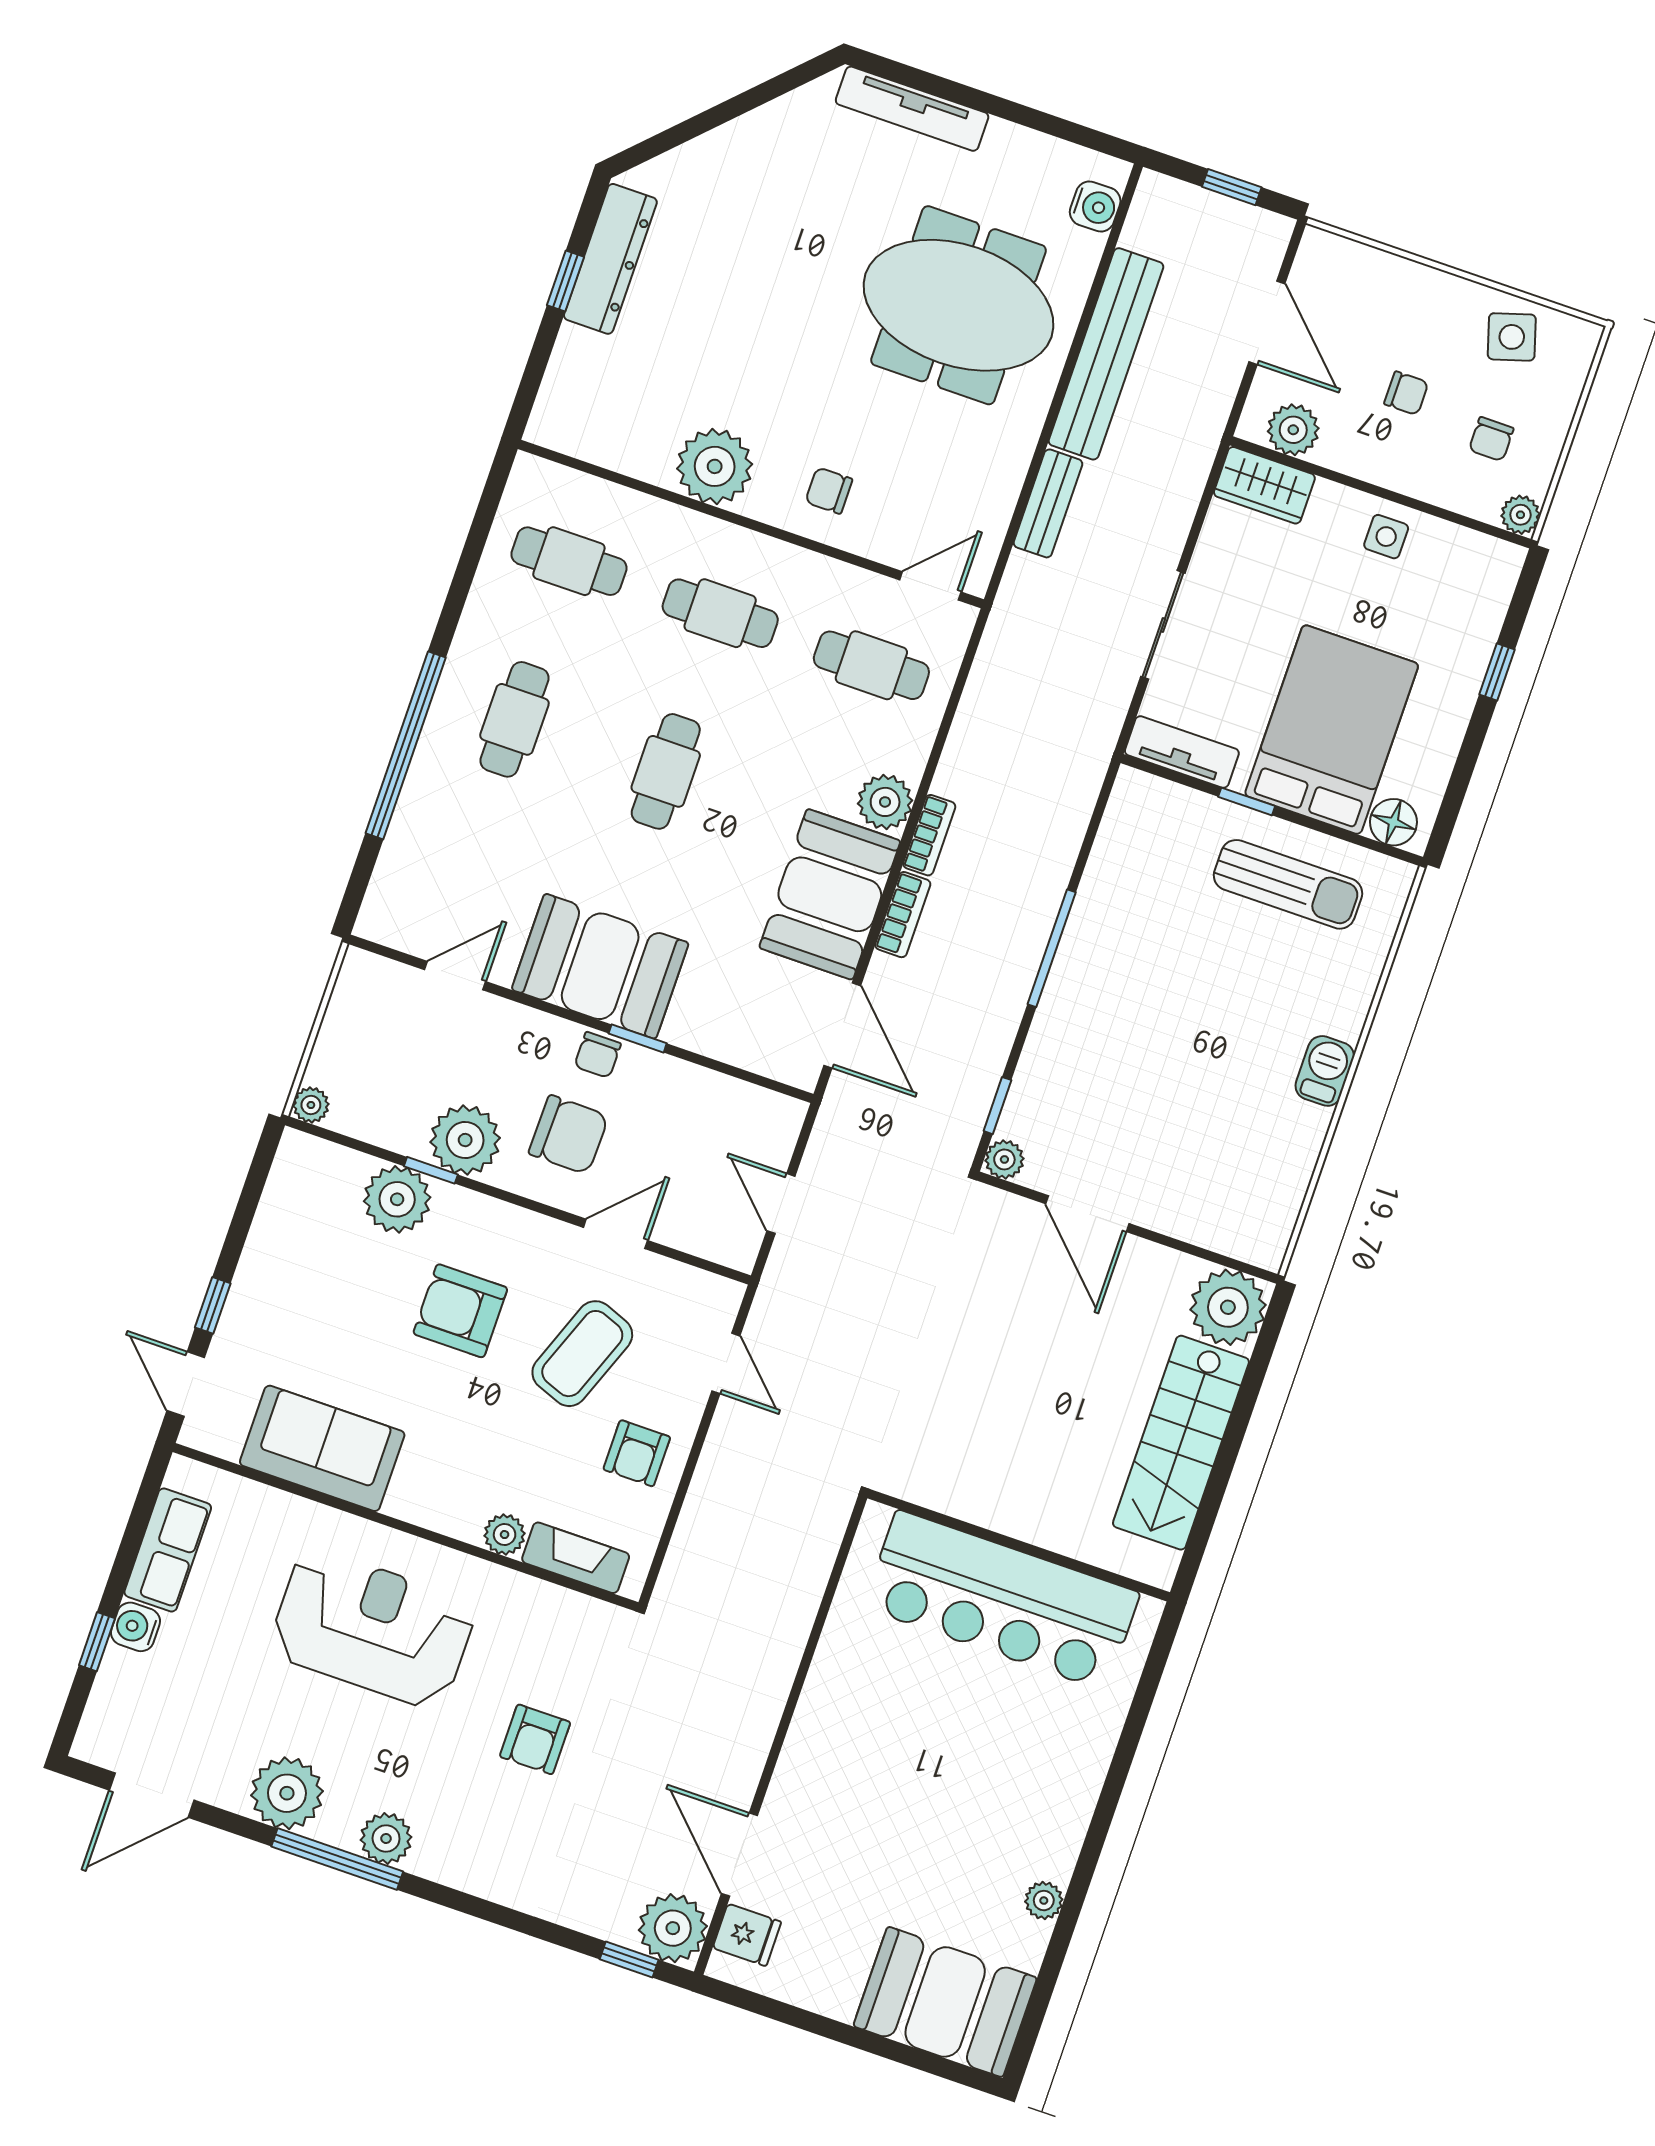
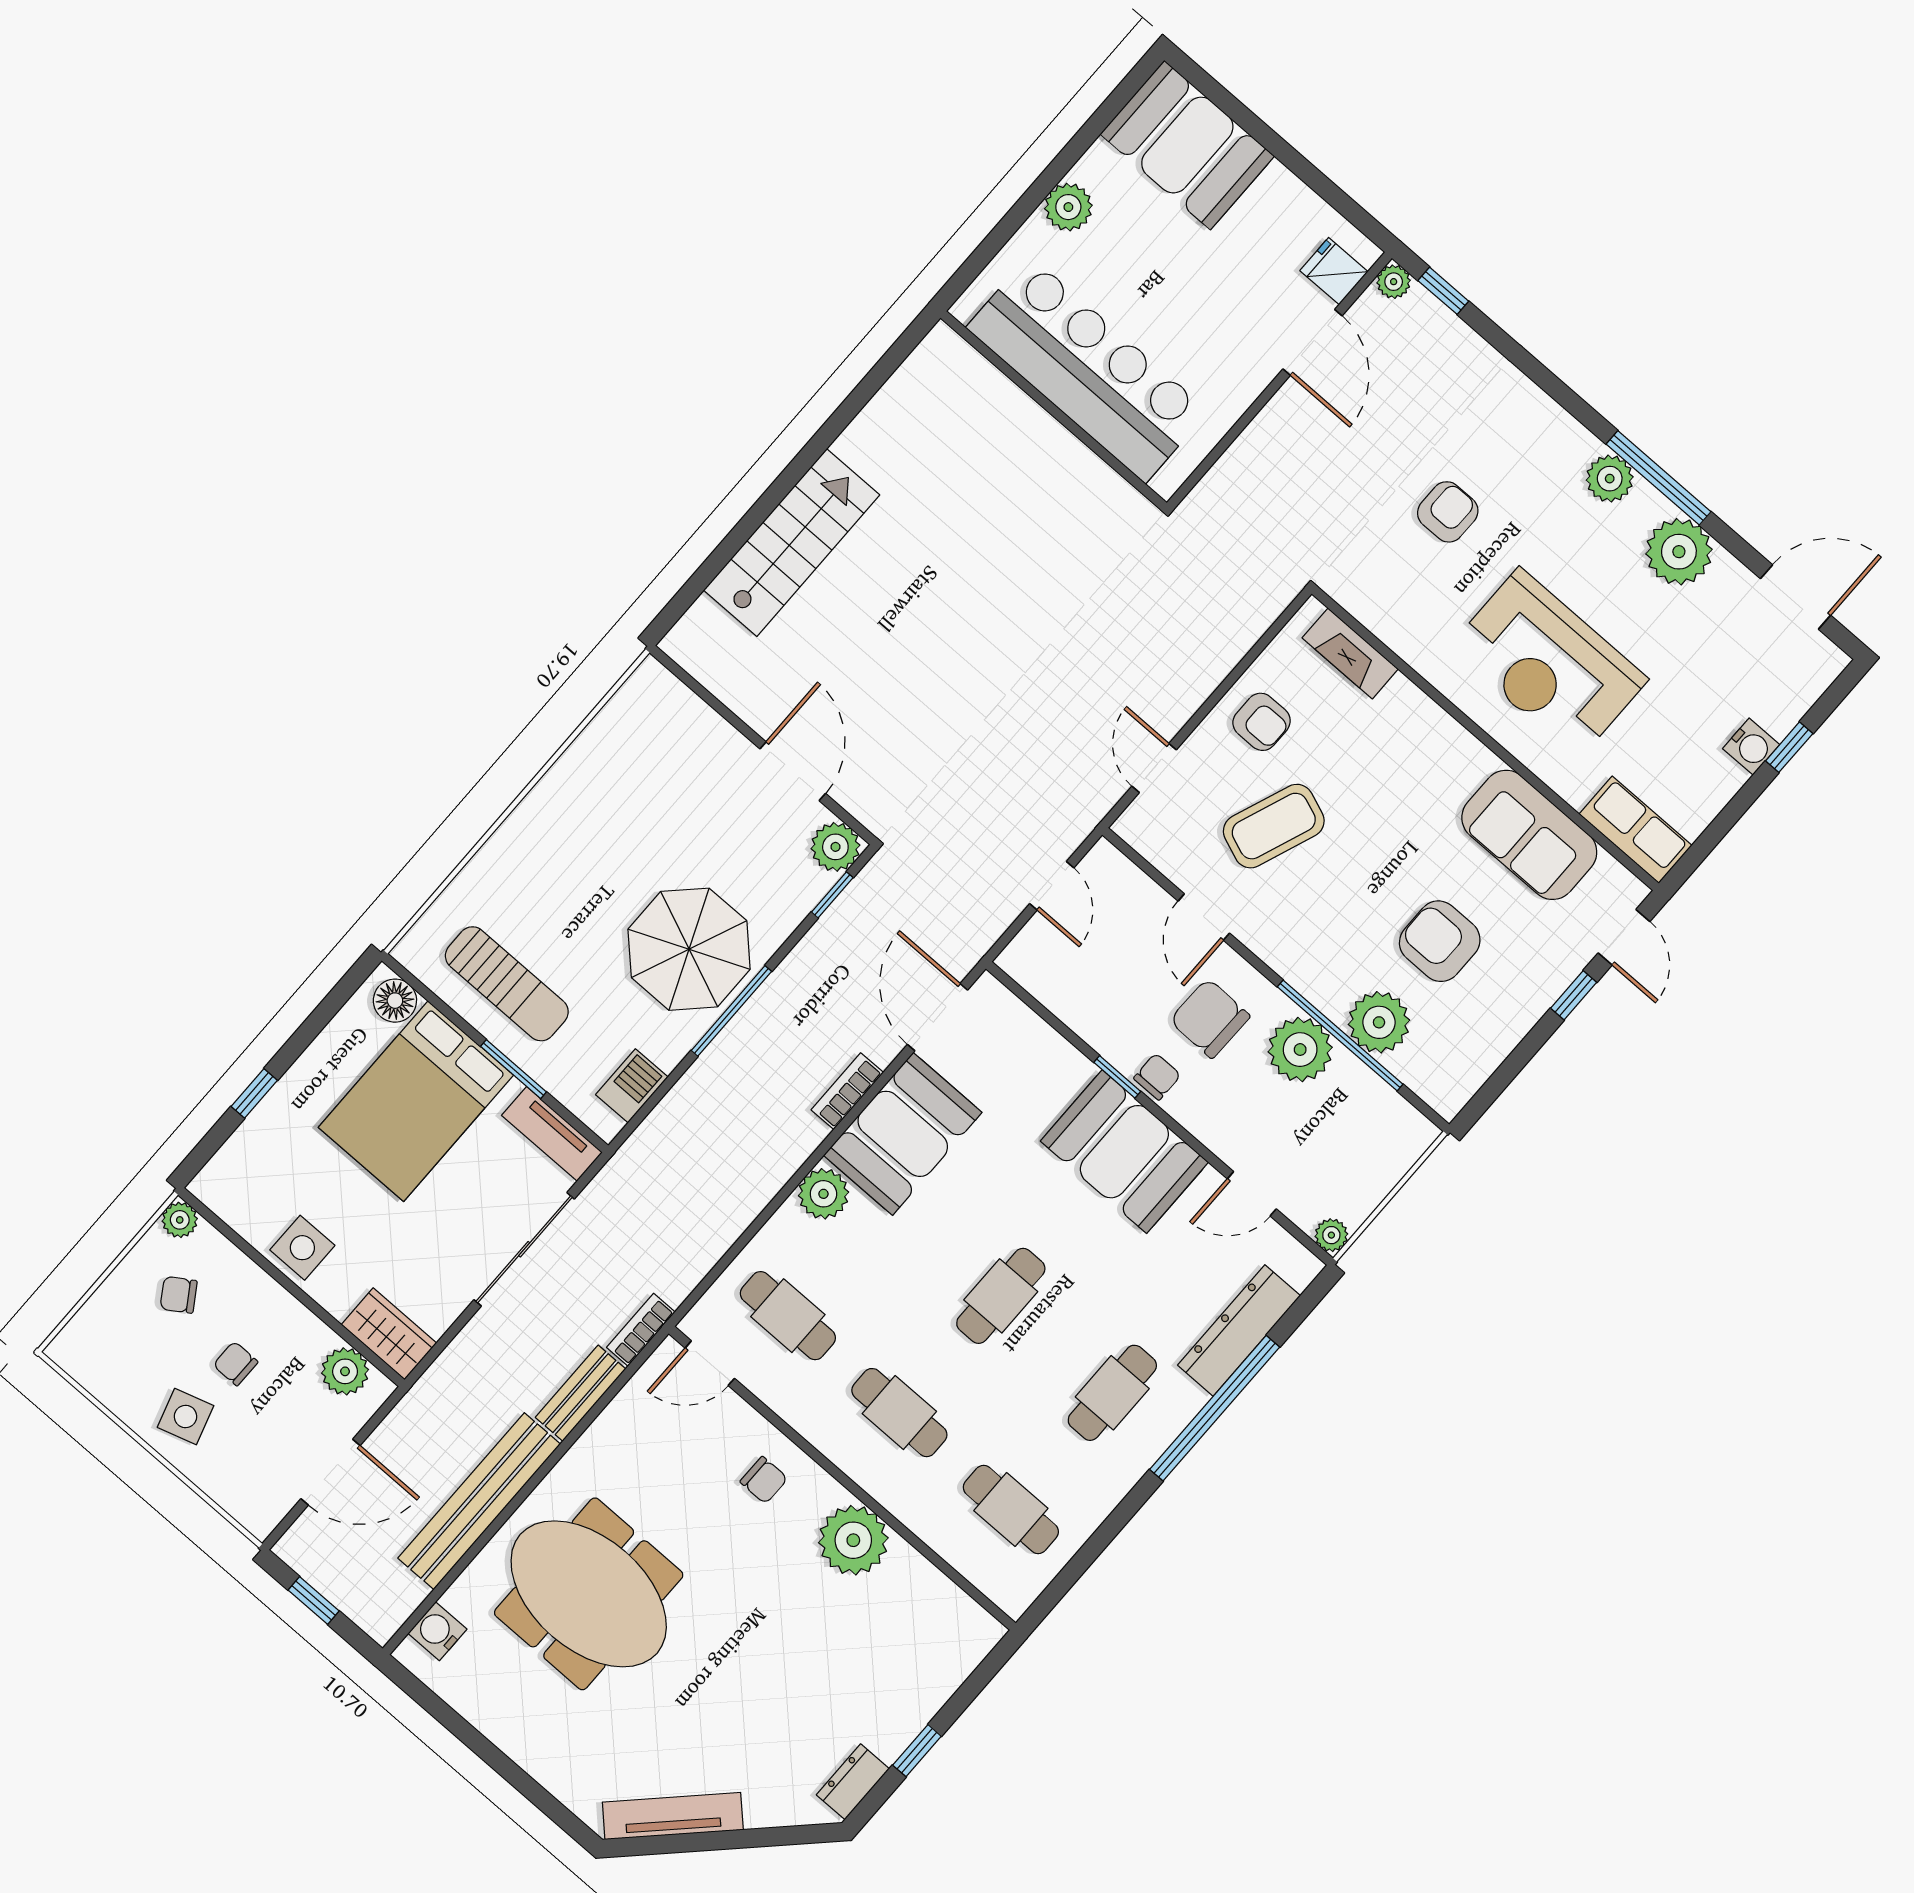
tv unit: (912, 109) -> (673, 1816), moved, turned -45
dresser: (610, 259) -> (853, 1782), width x0.51, depth x0.80
door: (1267, 323) -> (330, 1472), swing flipped
side table: (1512, 337) -> (186, 1417), moved
chair: (1491, 439) -> (179, 1295), turned -123
side table: (1386, 537) -> (302, 1248), width x1.37, depth x1.37
sliding door: (1163, 625) -> (524, 1249), width x1.37
window: (1247, 801) -> (514, 1069), width x1.50
dresser: (413, 833) -> (1239, 1330), added
bookcase: (929, 835) -> (641, 1330), moved
sun lounger: (1288, 884) -> (507, 984), turned 180
parasol: (1119, 993) -> (689, 949), added
barbecue: (1325, 1071) -> (632, 1086), moved, turned 180
plant: (311, 1105) -> (1331, 1235), moved
plant: (1004, 1159) -> (835, 847), width x1.38, depth x1.38
window: (431, 1170) -> (1340, 1035), width x3.17
door: (616, 1234) -> (1204, 917), hinge flipped
plant: (1228, 1307) -> (705, 642), removed
armchair: (460, 1311) -> (1440, 941), moved, turned 180
armchair: (637, 1453) -> (1262, 722), turned 90
plant: (505, 1535) -> (1403, 698), removed
wall: (1019, 1545) -> (1054, 410), moved
row of seats: (168, 1550) -> (1636, 830), moved, turned 90
bar counter: (1002, 1600) -> (1087, 369), moved
plant: (1044, 1901) -> (1068, 207), width x1.38, depth x1.38
plant: (673, 1928) -> (1394, 282), width x0.53, depth x0.53

